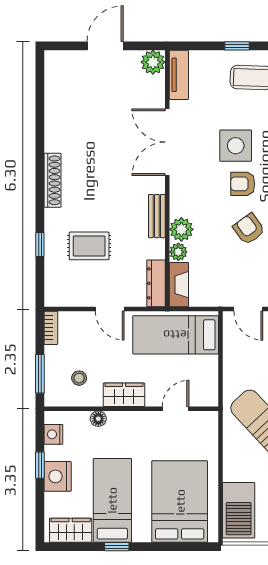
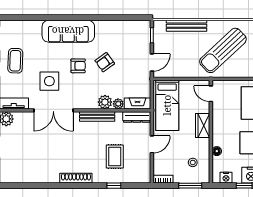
side table: (236, 146) -> (49, 81), moved
armchair: (243, 184) -> (78, 66), turned -90
bench: (157, 216) -> (97, 116), width x1.36
wardrobe: (124, 395) -> (203, 125), moved
door: (176, 409) -> (211, 94), moved

